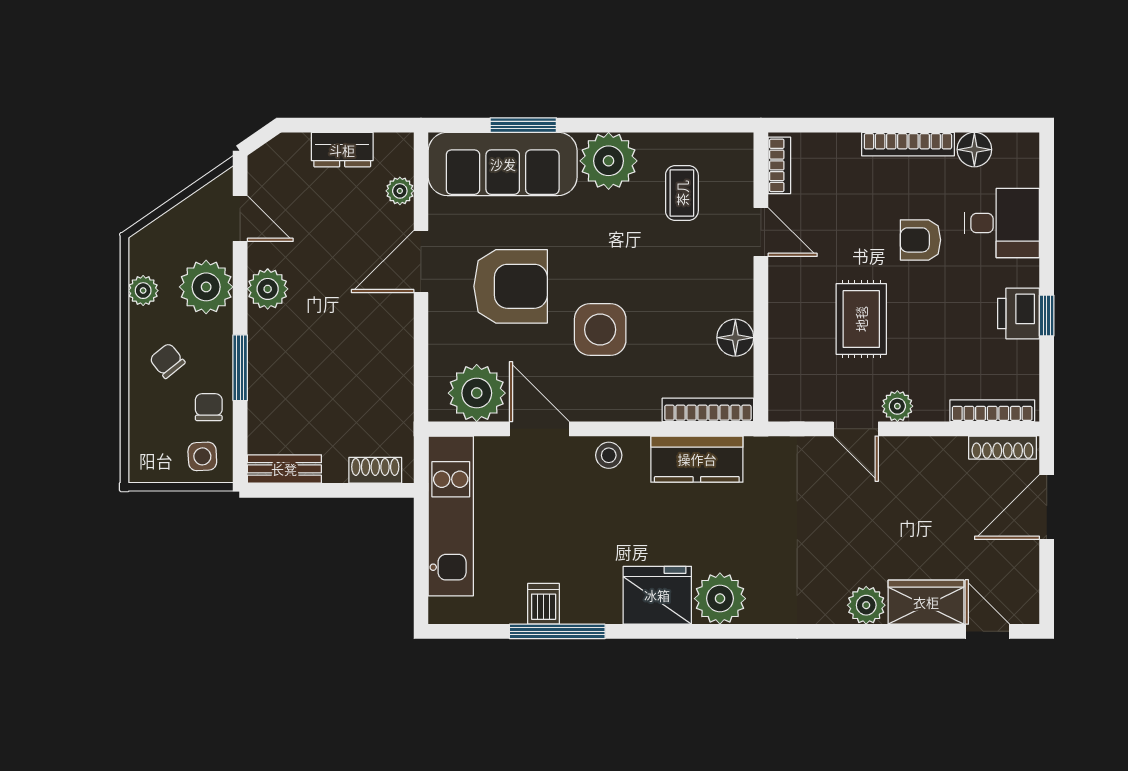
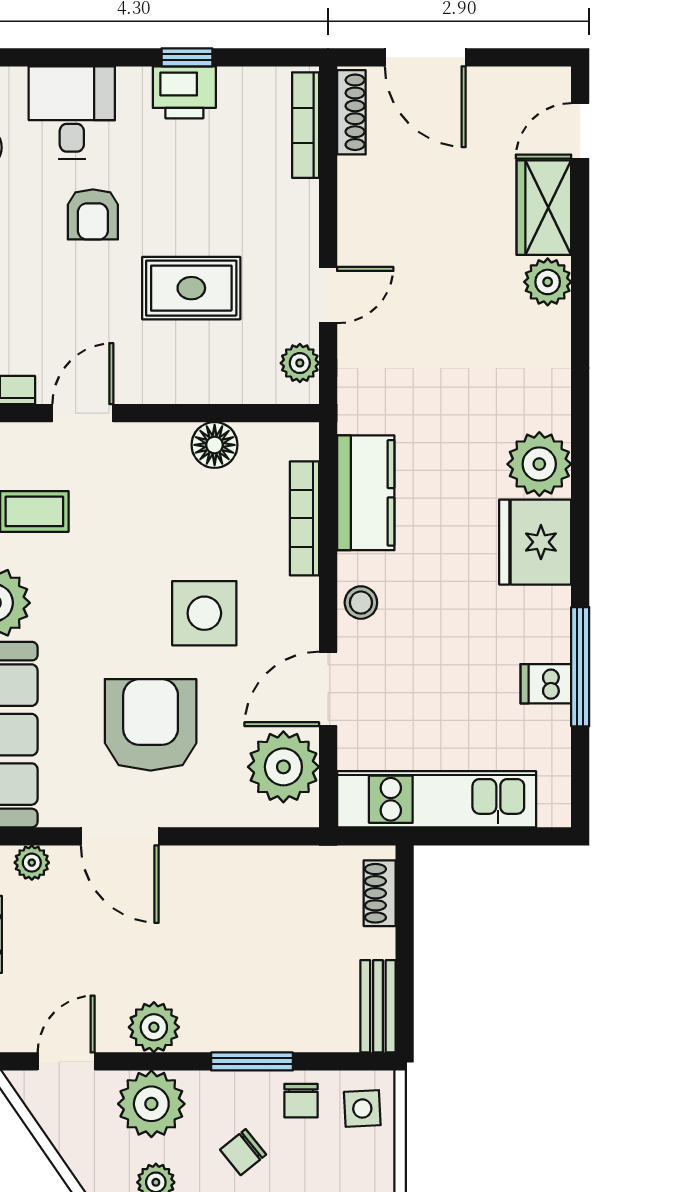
plant: (897, 406) -> (300, 363), moved
chair: (209, 407) -> (301, 1101), turned -90
bookcase: (708, 410) -> (304, 518), moved

